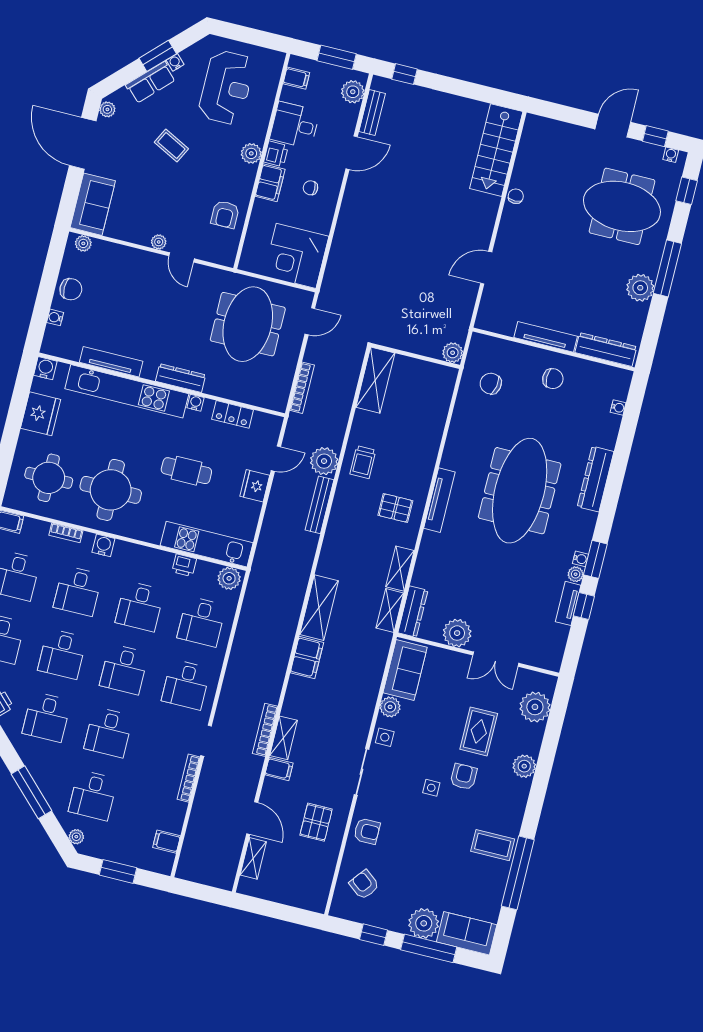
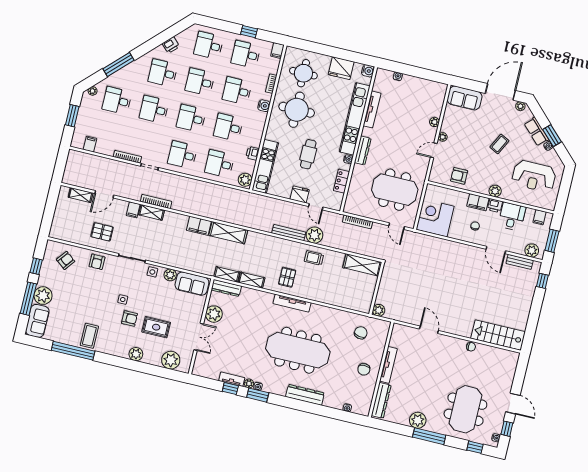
plant: (83, 243) -> (434, 122), moved
chair: (71, 289) -> (414, 85), removed
double door: (496, 659) -> (199, 337), swing flipped

